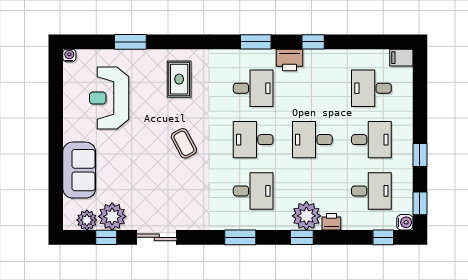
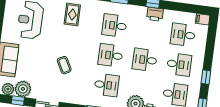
printer: (290, 60) -> (155, 14), moved
desk: (253, 88) -> (115, 26), turned 180
coffee table: (184, 143) -> (64, 65), moved

